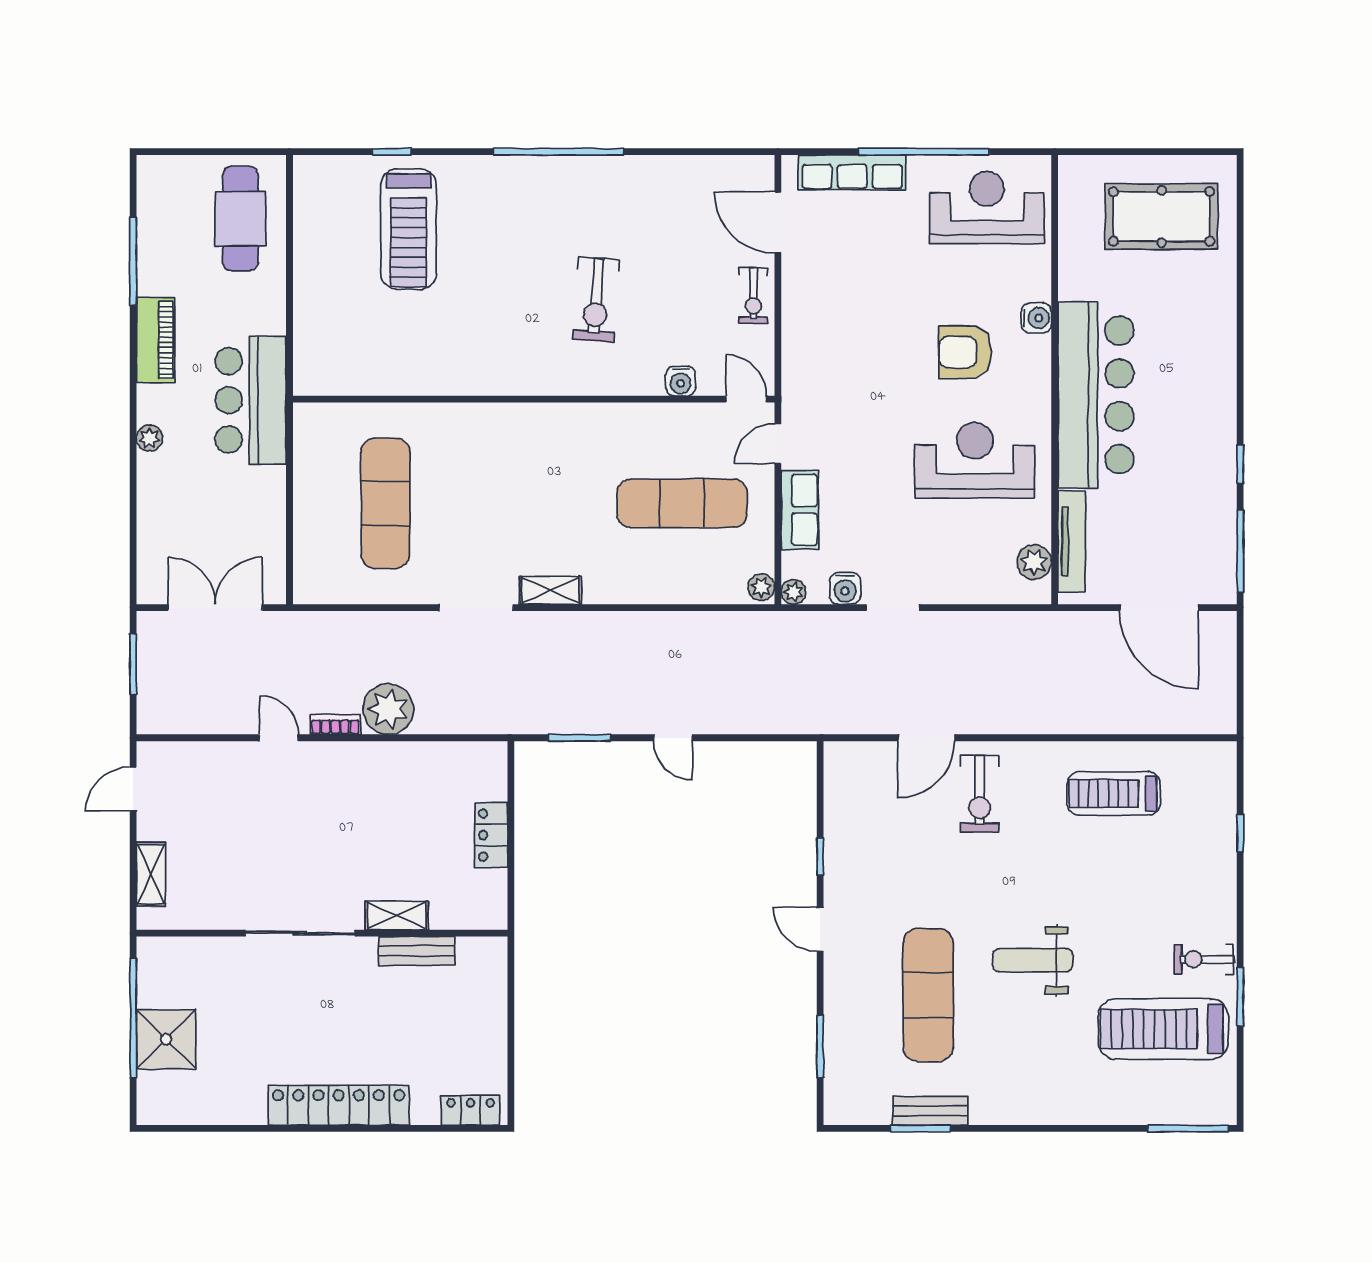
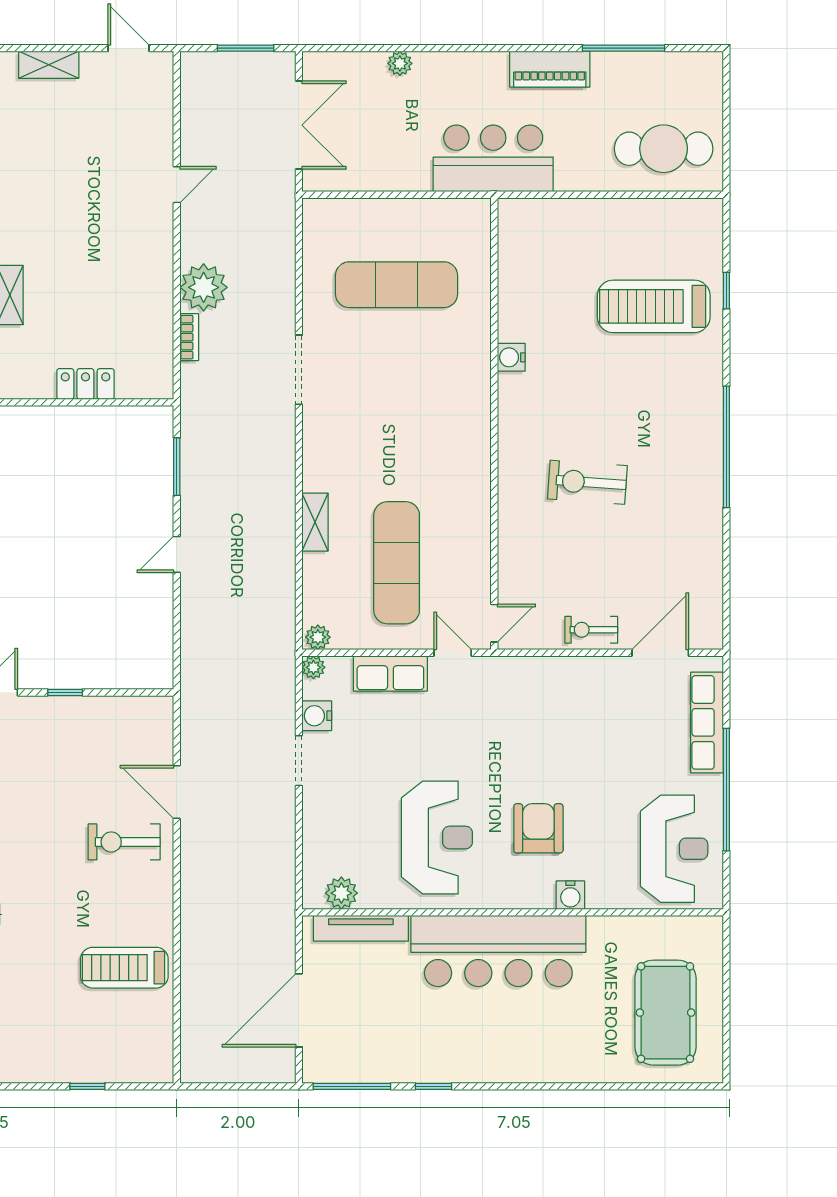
water cooler: (681, 381) -> (511, 357), moved
plant: (150, 438) -> (400, 63), moved
shelving: (550, 590) -> (315, 522), moved
bookcase: (335, 724) -> (189, 337), moved
treadmill: (1114, 794) -> (124, 968), turned -90

